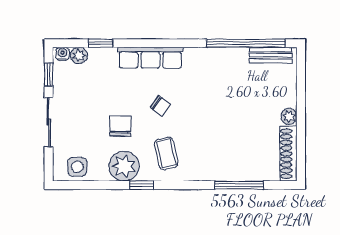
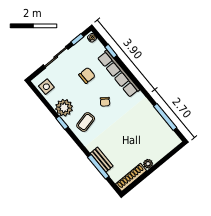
window: (246, 43) -> (165, 117), width x0.68
plant: (79, 55) -> (97, 46), removed
bench: (271, 55) -> (102, 160), moved
row of seats: (150, 58) -> (119, 74), width x1.36
chair: (120, 126) -> (87, 75), moved

